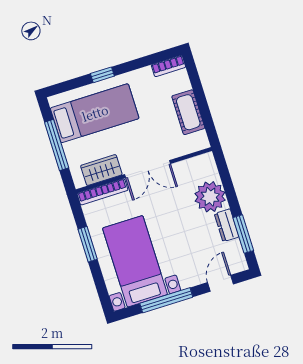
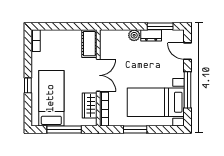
cot: (188, 112) -> (89, 44), moved, turned 90
plant: (210, 197) -> (134, 35), width x0.53, depth x0.53

